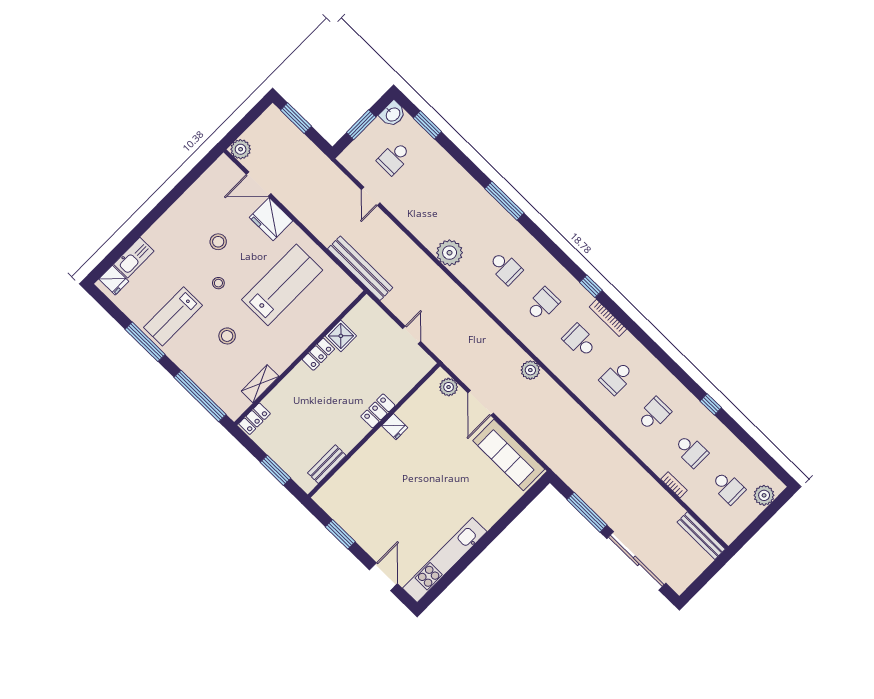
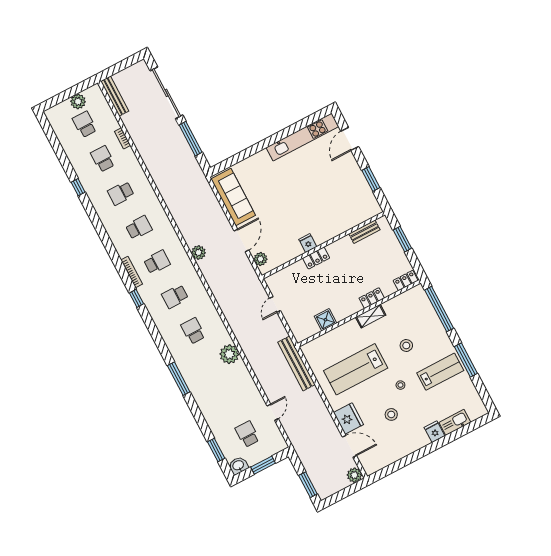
school desk: (394, 158) -> (247, 434), turned -90
fridge: (114, 280) -> (434, 432), moved
school desk: (580, 341) -> (157, 262), turned -90
locker: (318, 354) -> (372, 298), moved
shelving: (260, 384) -> (371, 316), moved
plant: (764, 495) -> (78, 102), moved

